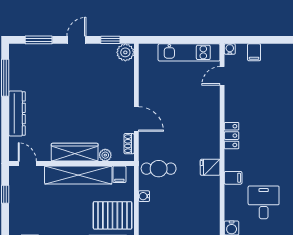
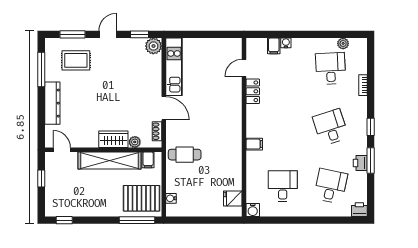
water cooler: (230, 49) -> (286, 43), moved
kitchen unit: (189, 52) -> (174, 67), moved, turned -90
rug: (42, 68) -> (76, 60), added
locker: (232, 136) -> (253, 91), moved
wardrobe: (75, 152) -> (113, 139), width x0.67
fridge: (210, 167) -> (233, 198), moved
filing cabinet: (233, 178) -> (254, 144), moved
water cooler: (144, 196) -> (171, 198), moved

